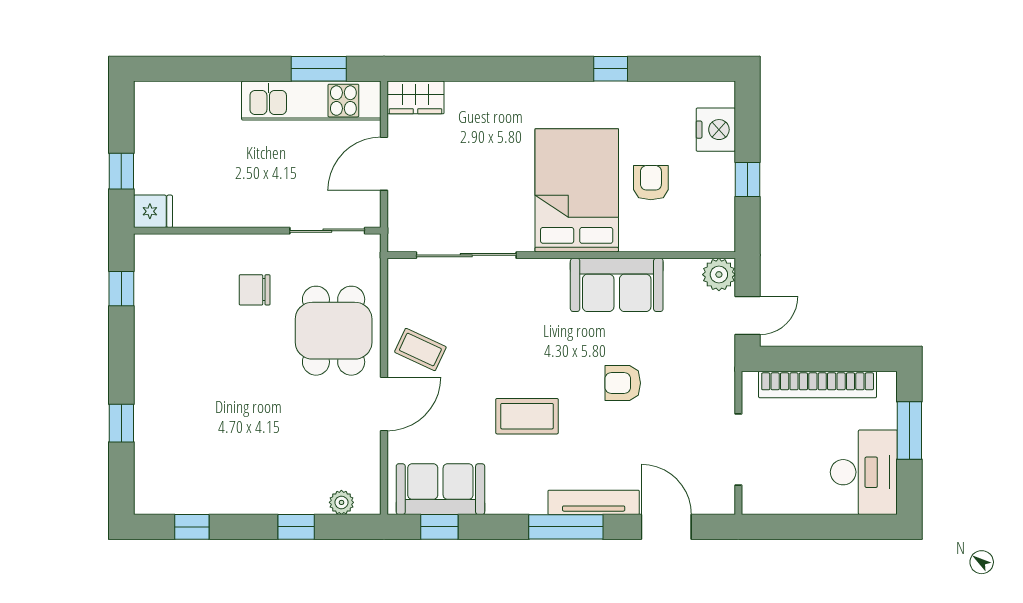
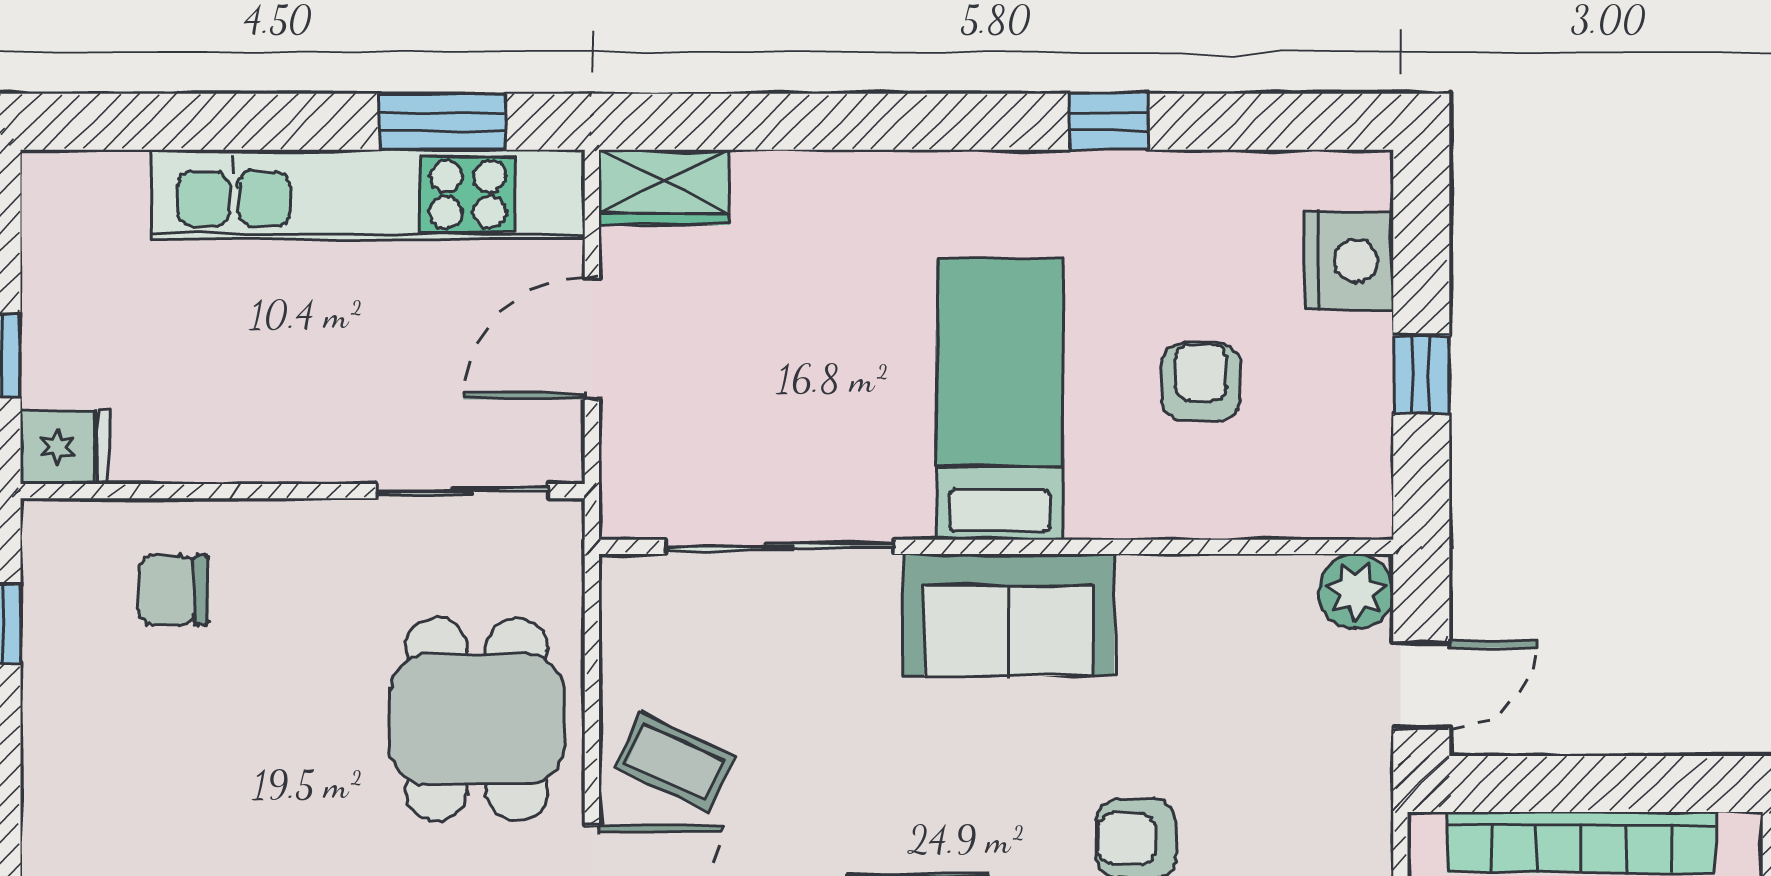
kitchen unit: (311, 101) -> (368, 194), width x1.36
bed: (577, 190) -> (1000, 399), width x0.67
sofa: (617, 285) -> (1009, 615), moved
chair: (255, 290) -> (173, 590), moved

